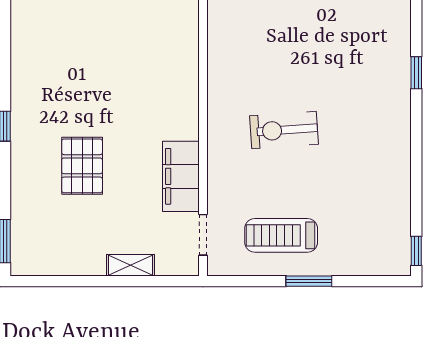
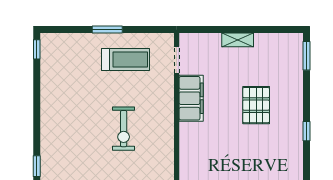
exercise bike: (284, 130) -> (124, 129), turned 94
shelving: (131, 265) -> (238, 40), moved

